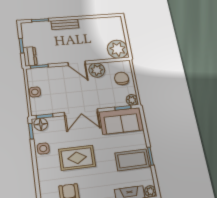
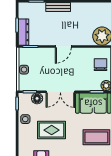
dresser: (30, 56) -> (24, 32), width x1.44
door: (77, 63) -> (63, 46), hinge flipped
plant: (97, 70) -> (80, 55), removed
floor lamp: (41, 124) -> (37, 98), moved

